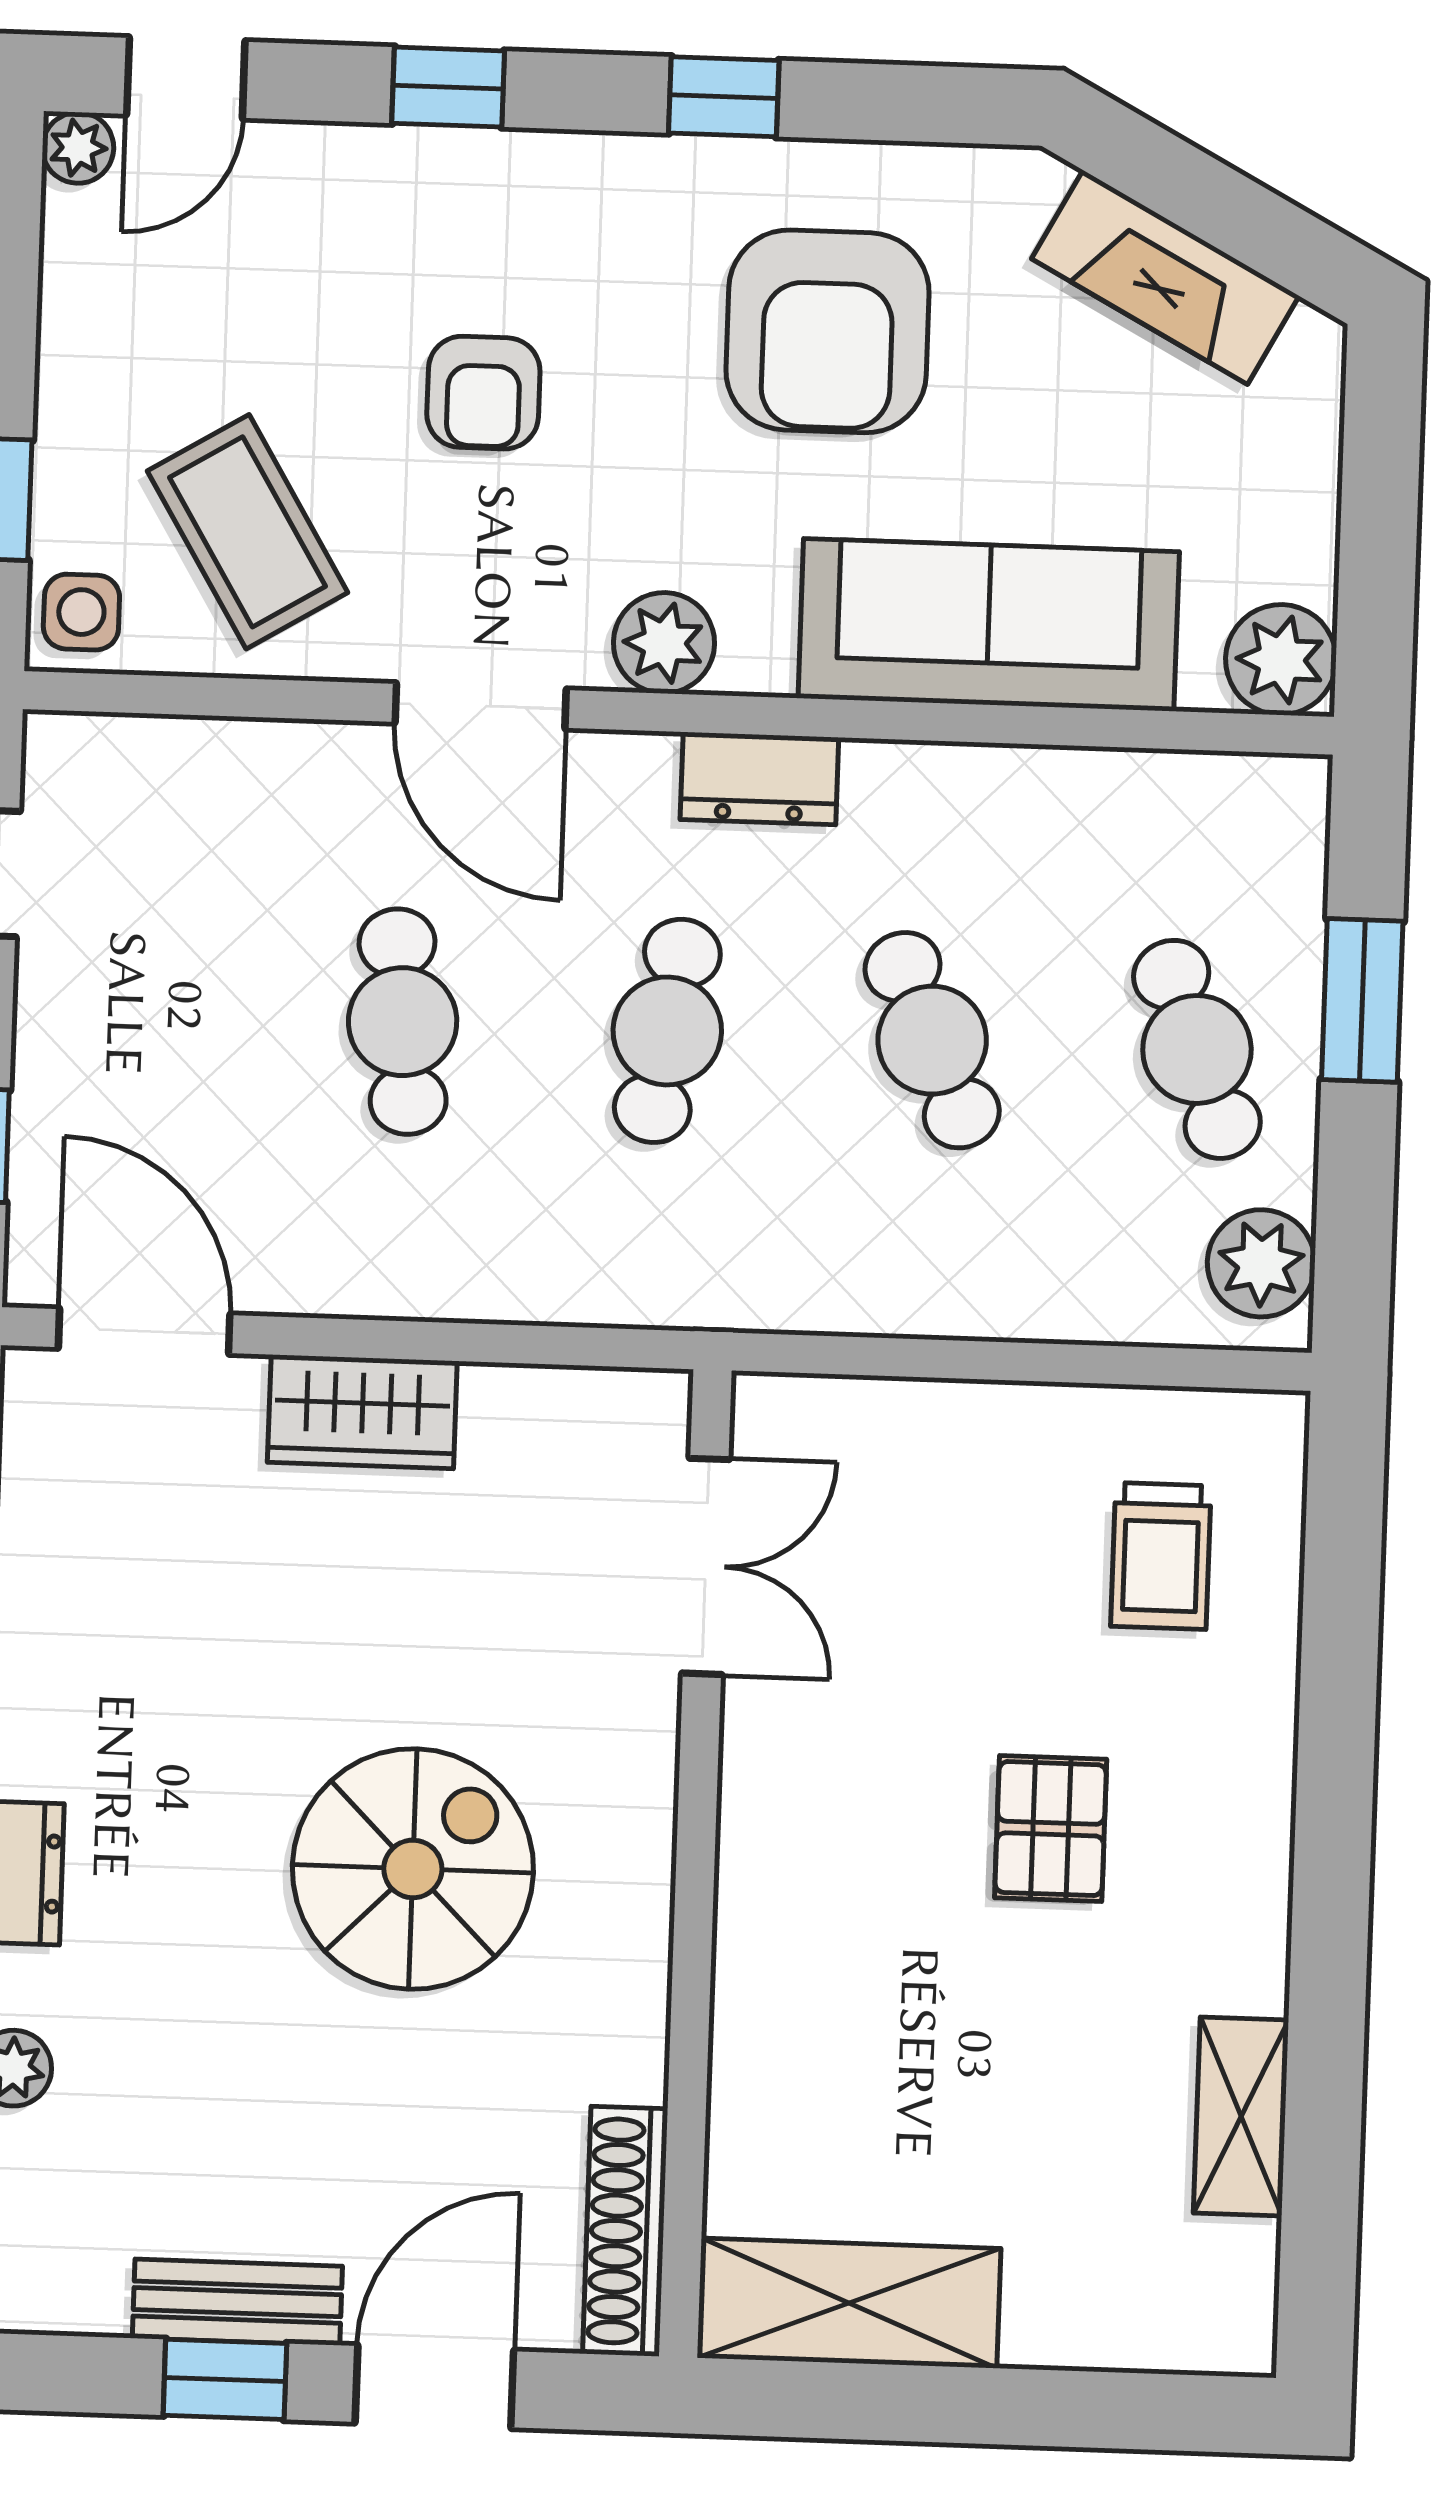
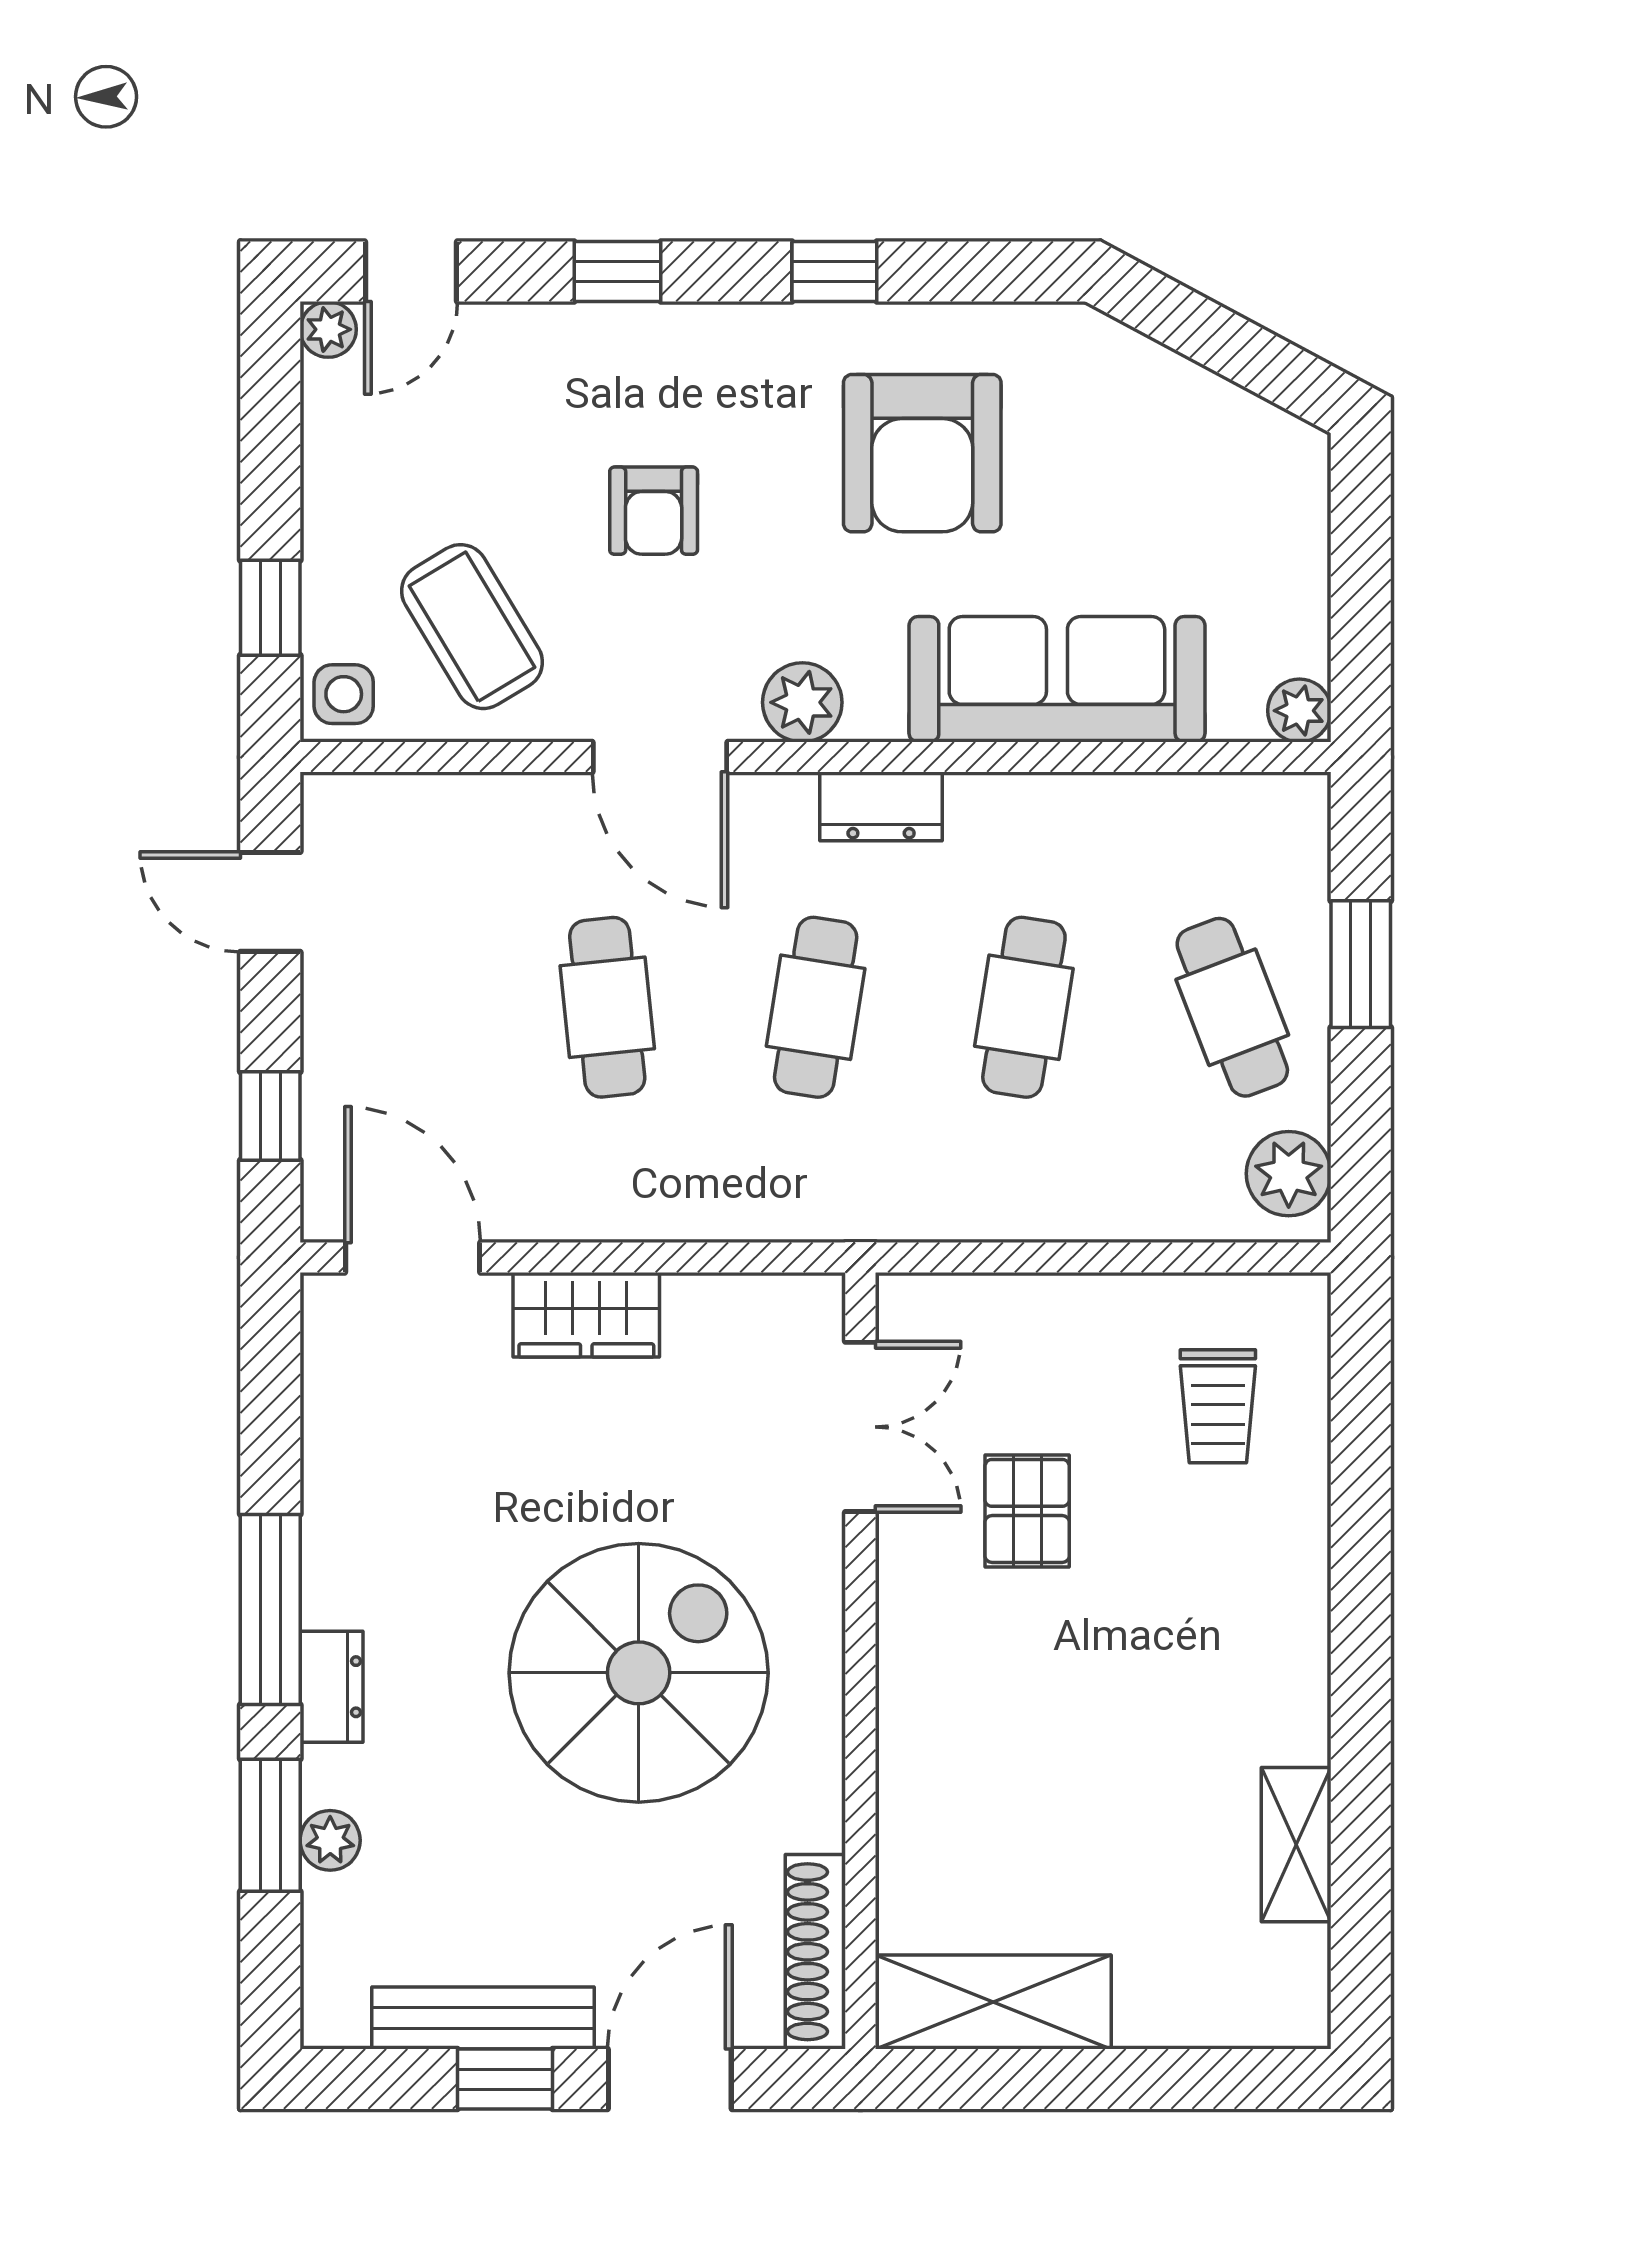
fireplace: (1165, 277) -> (1186, 401), removed
plant: (1281, 660) -> (1299, 711), width x0.73, depth x0.73
cafe table: (932, 1040) -> (1024, 1007), turned 33
pallet: (1051, 1829) -> (1027, 1511), moved
spiral stairs: (413, 1869) -> (639, 1673), width x1.37, depth x1.37
bench: (237, 2302) -> (483, 2018), width x1.36

